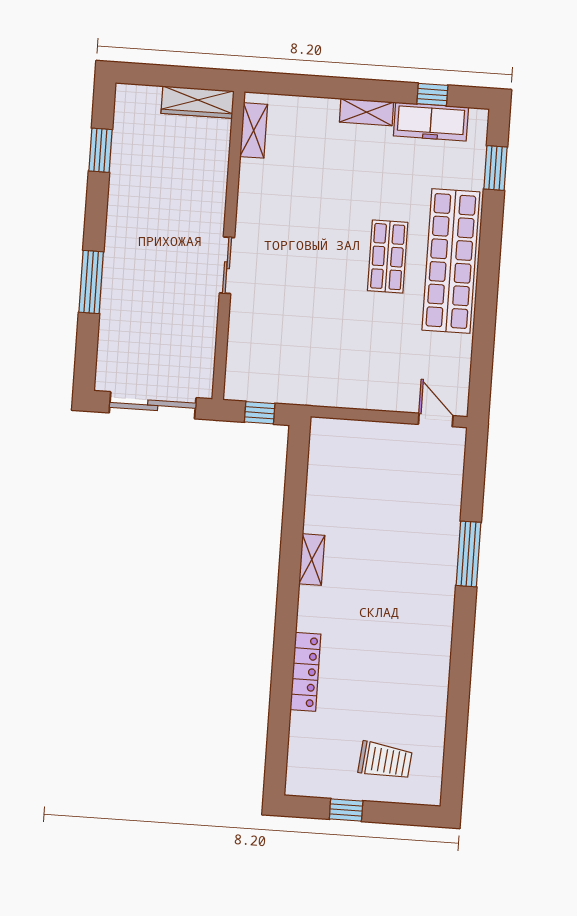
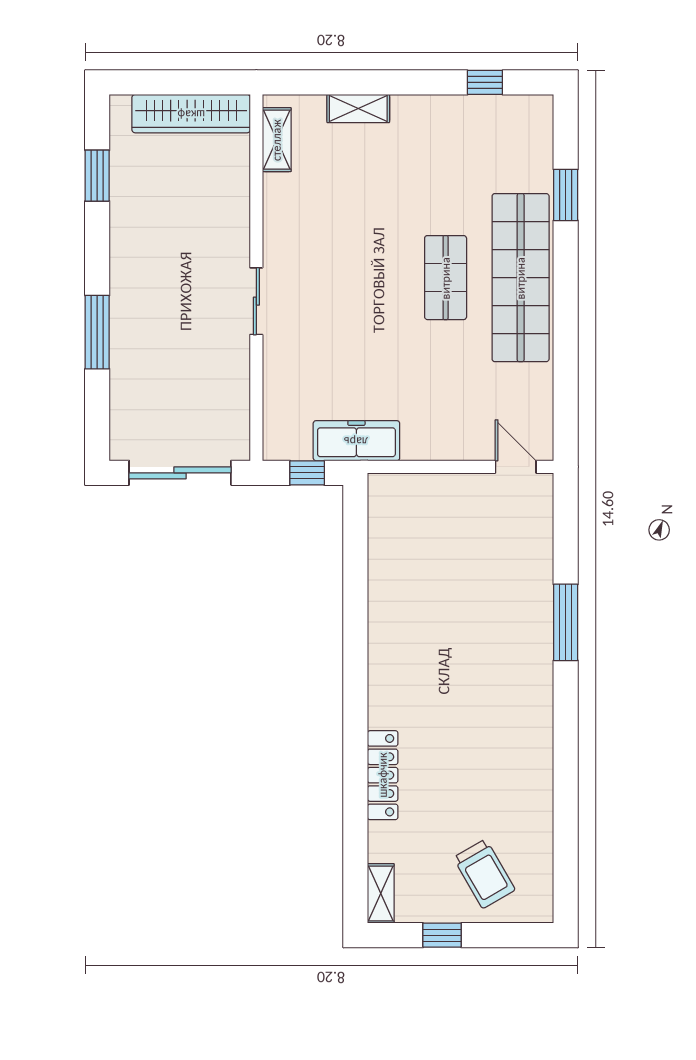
wardrobe: (198, 102) -> (191, 114), width x1.40, depth x1.17
shelving: (367, 112) -> (358, 109), moved
freezer: (431, 122) -> (356, 441), moved, turned 180
window: (495, 168) -> (566, 195), moved
shelving: (312, 560) -> (381, 893), moved
trolley: (385, 761) -> (484, 874), turned 54

